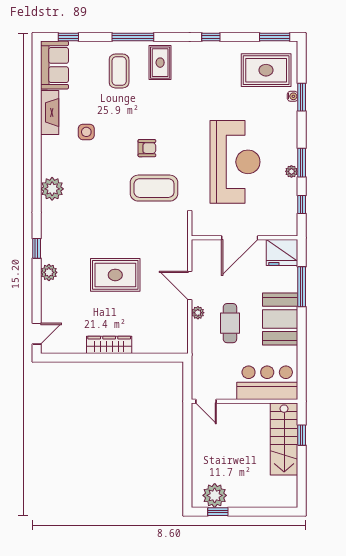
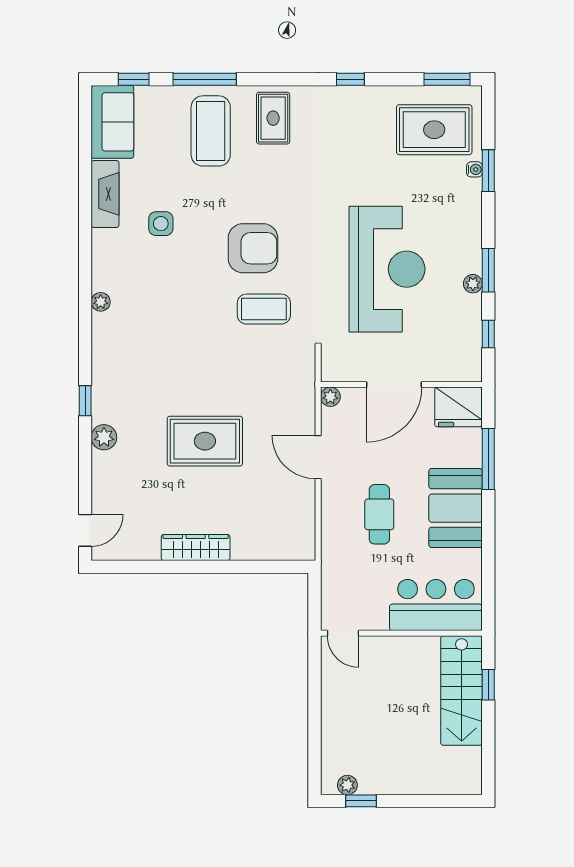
window: (133, 37) -> (205, 79), moved
coffee table: (119, 71) -> (211, 131), width x1.36, depth x1.32
armchair: (147, 148) -> (253, 248), width x1.88, depth x1.88
coffee table: (154, 188) -> (264, 309), width x0.73, depth x0.76
plant: (52, 189) -> (101, 302), width x0.53, depth x0.53
plant: (198, 313) -> (330, 397), moved
plant: (215, 495) -> (347, 785), width x0.53, depth x0.53

